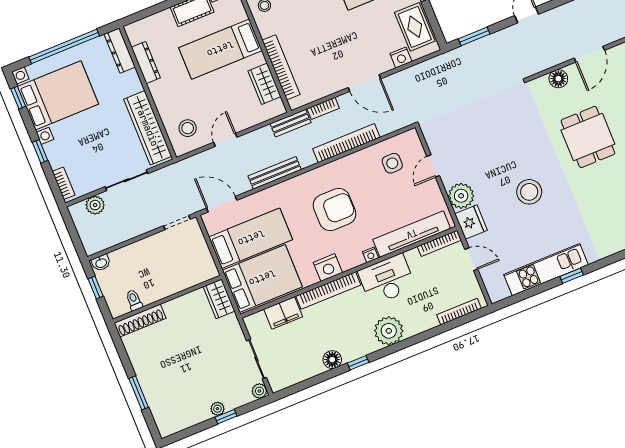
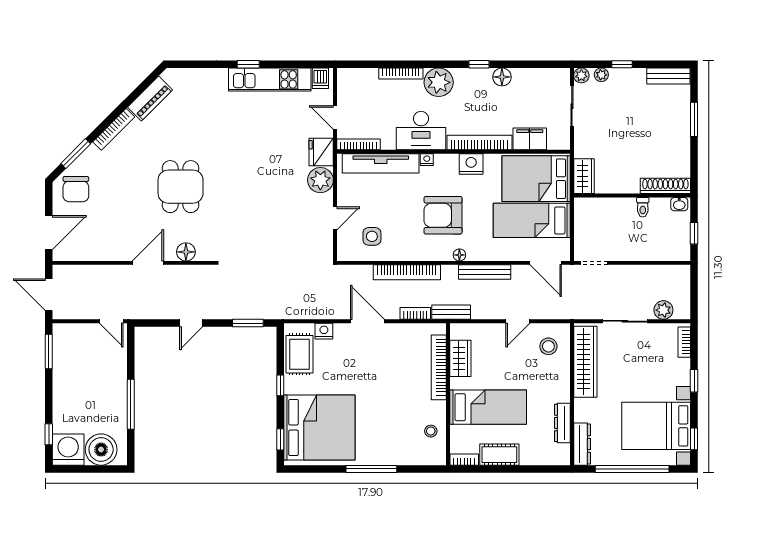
floor lamp: (304, 179) -> (459, 255), added
stool: (529, 192) -> (256, 158), removed
washbasin: (101, 263) -> (679, 204), moved, turned 180
dishwasher: (500, 290) -> (320, 78), added
toilet: (134, 300) -> (643, 207), moved
bookcase: (459, 312) -> (401, 74), moved
plant: (217, 409) -> (601, 75), moved
bench: (179, 423) -> (668, 76), added

